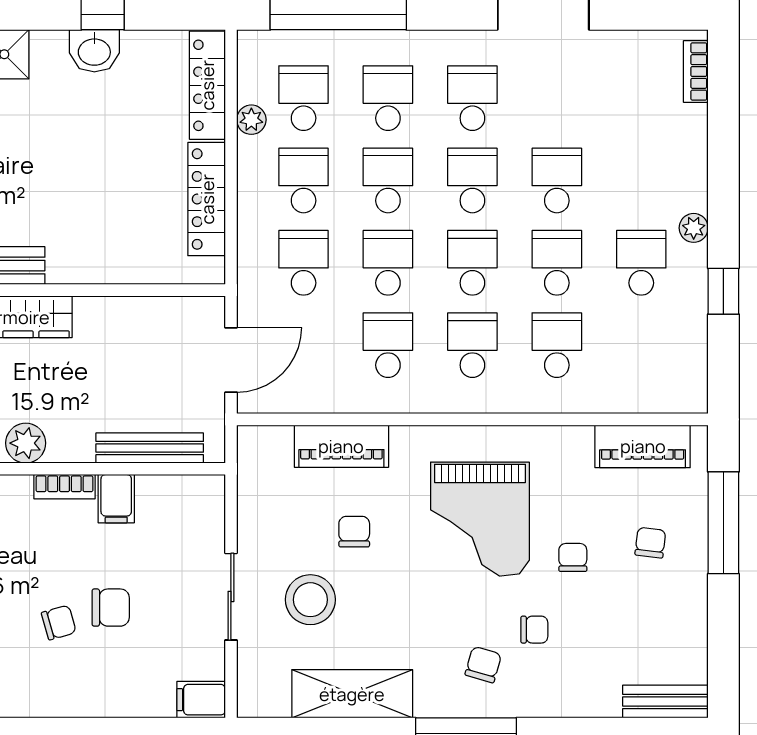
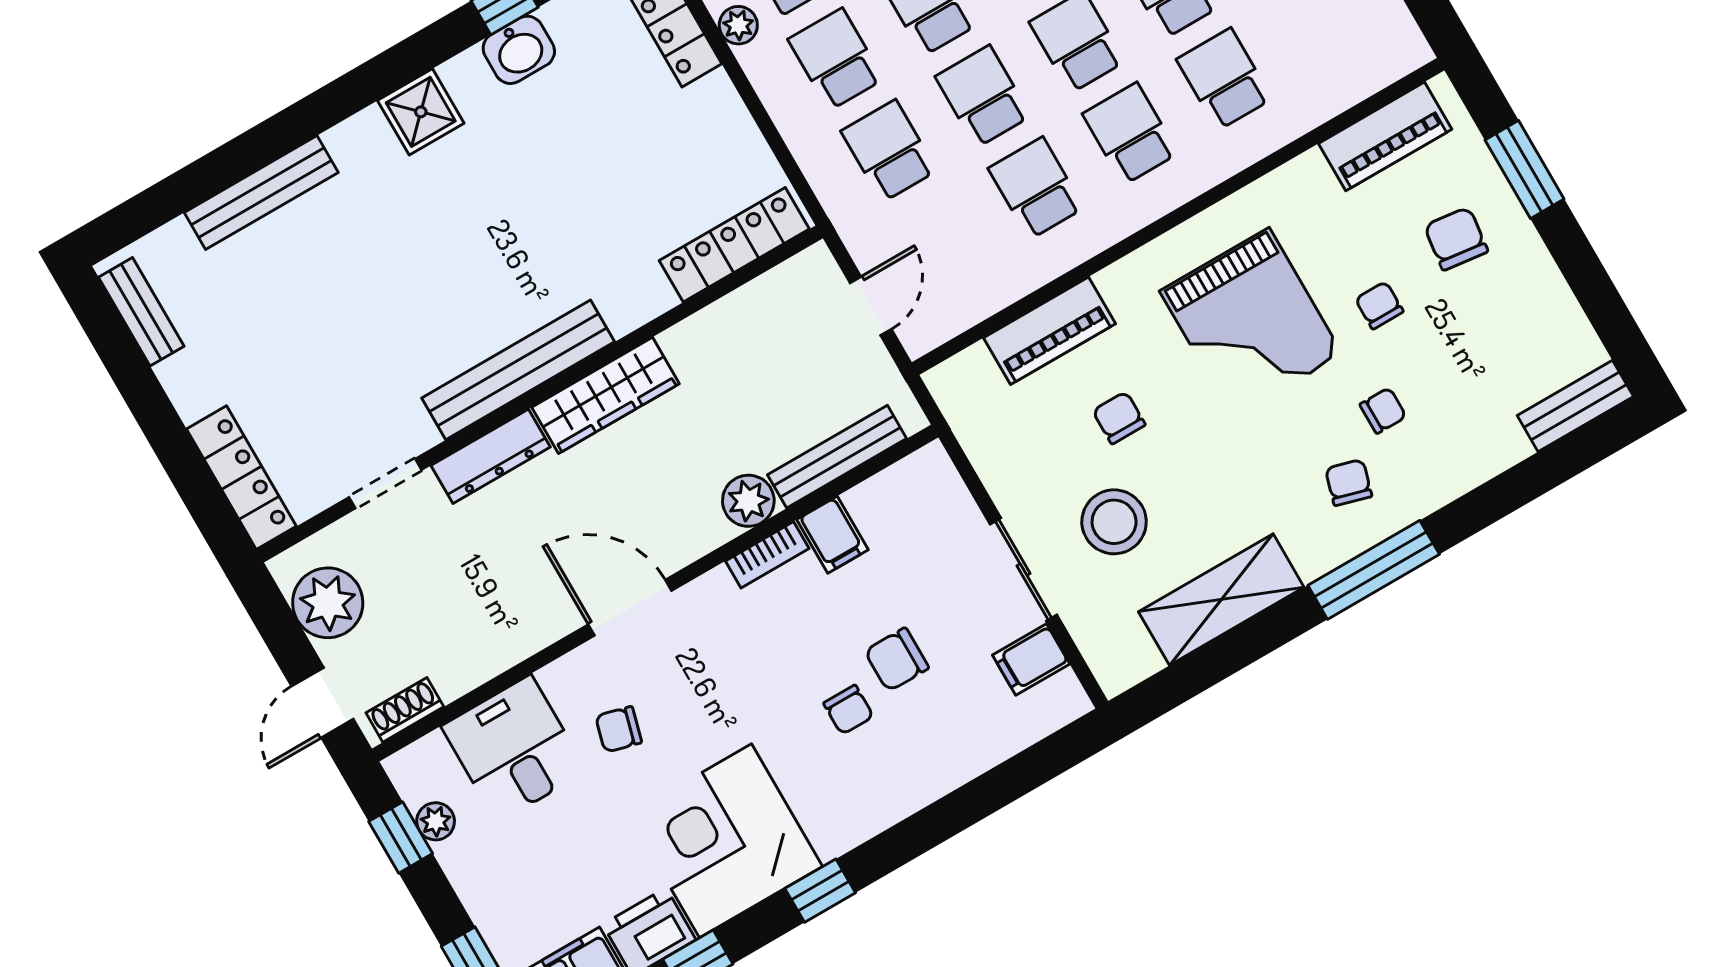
locker: (207, 199) -> (734, 245), moved, turned 90
door: (231, 360) -> (871, 306), width x0.73
plant: (26, 443) -> (748, 501), moved
window: (723, 523) -> (1524, 169), width x0.69
chair: (650, 543) -> (1456, 239), width x1.37, depth x1.37
chair: (111, 608) -> (897, 660), turned 180
chair: (59, 622) -> (848, 710), turned 106
filing cabinet: (201, 700) -> (1031, 659), moved

